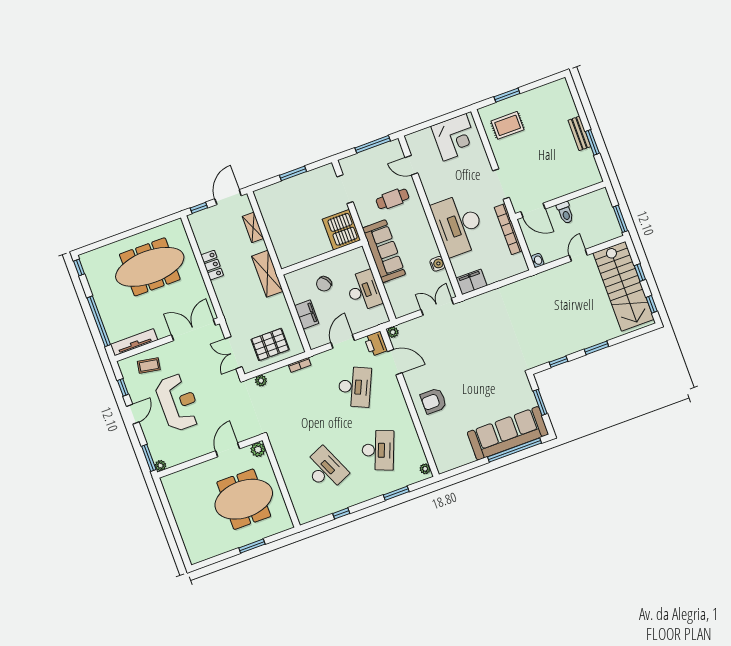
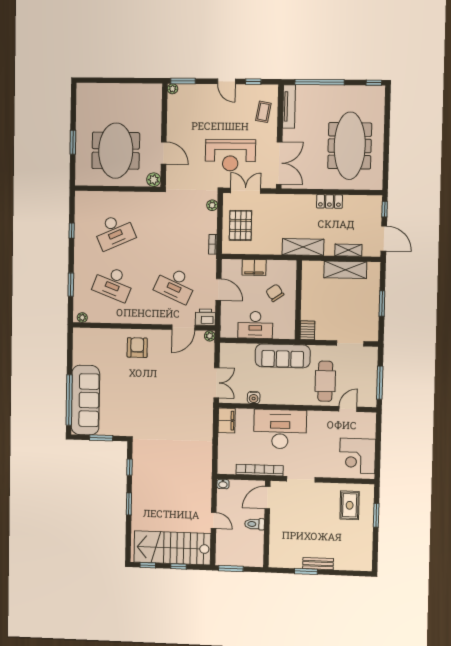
cafe table: (393, 199) -> (325, 381), width x1.37, depth x1.35
shelving: (274, 223) -> (345, 270), added
server rack: (341, 230) -> (307, 330), width x0.46, depth x0.70
reception desk: (178, 402) -> (230, 155), moved

